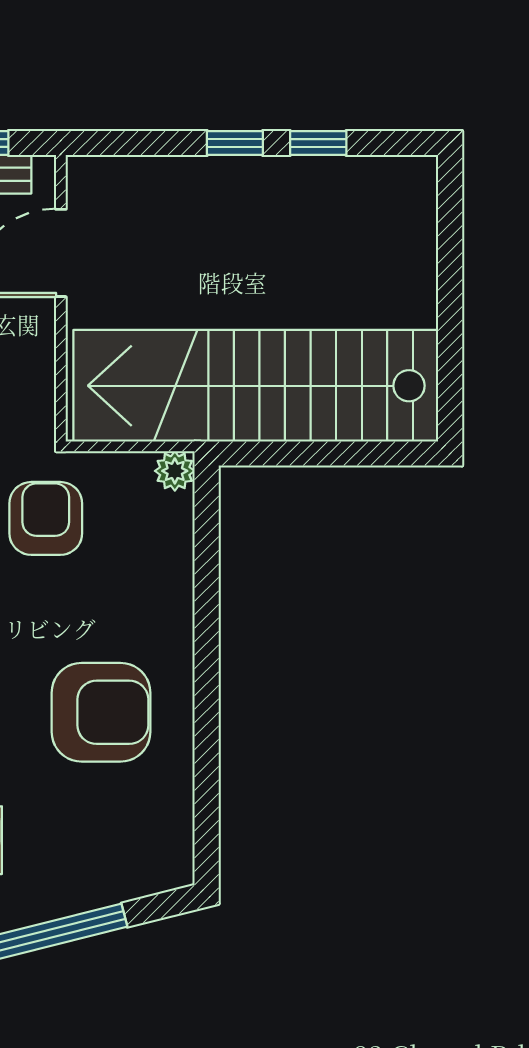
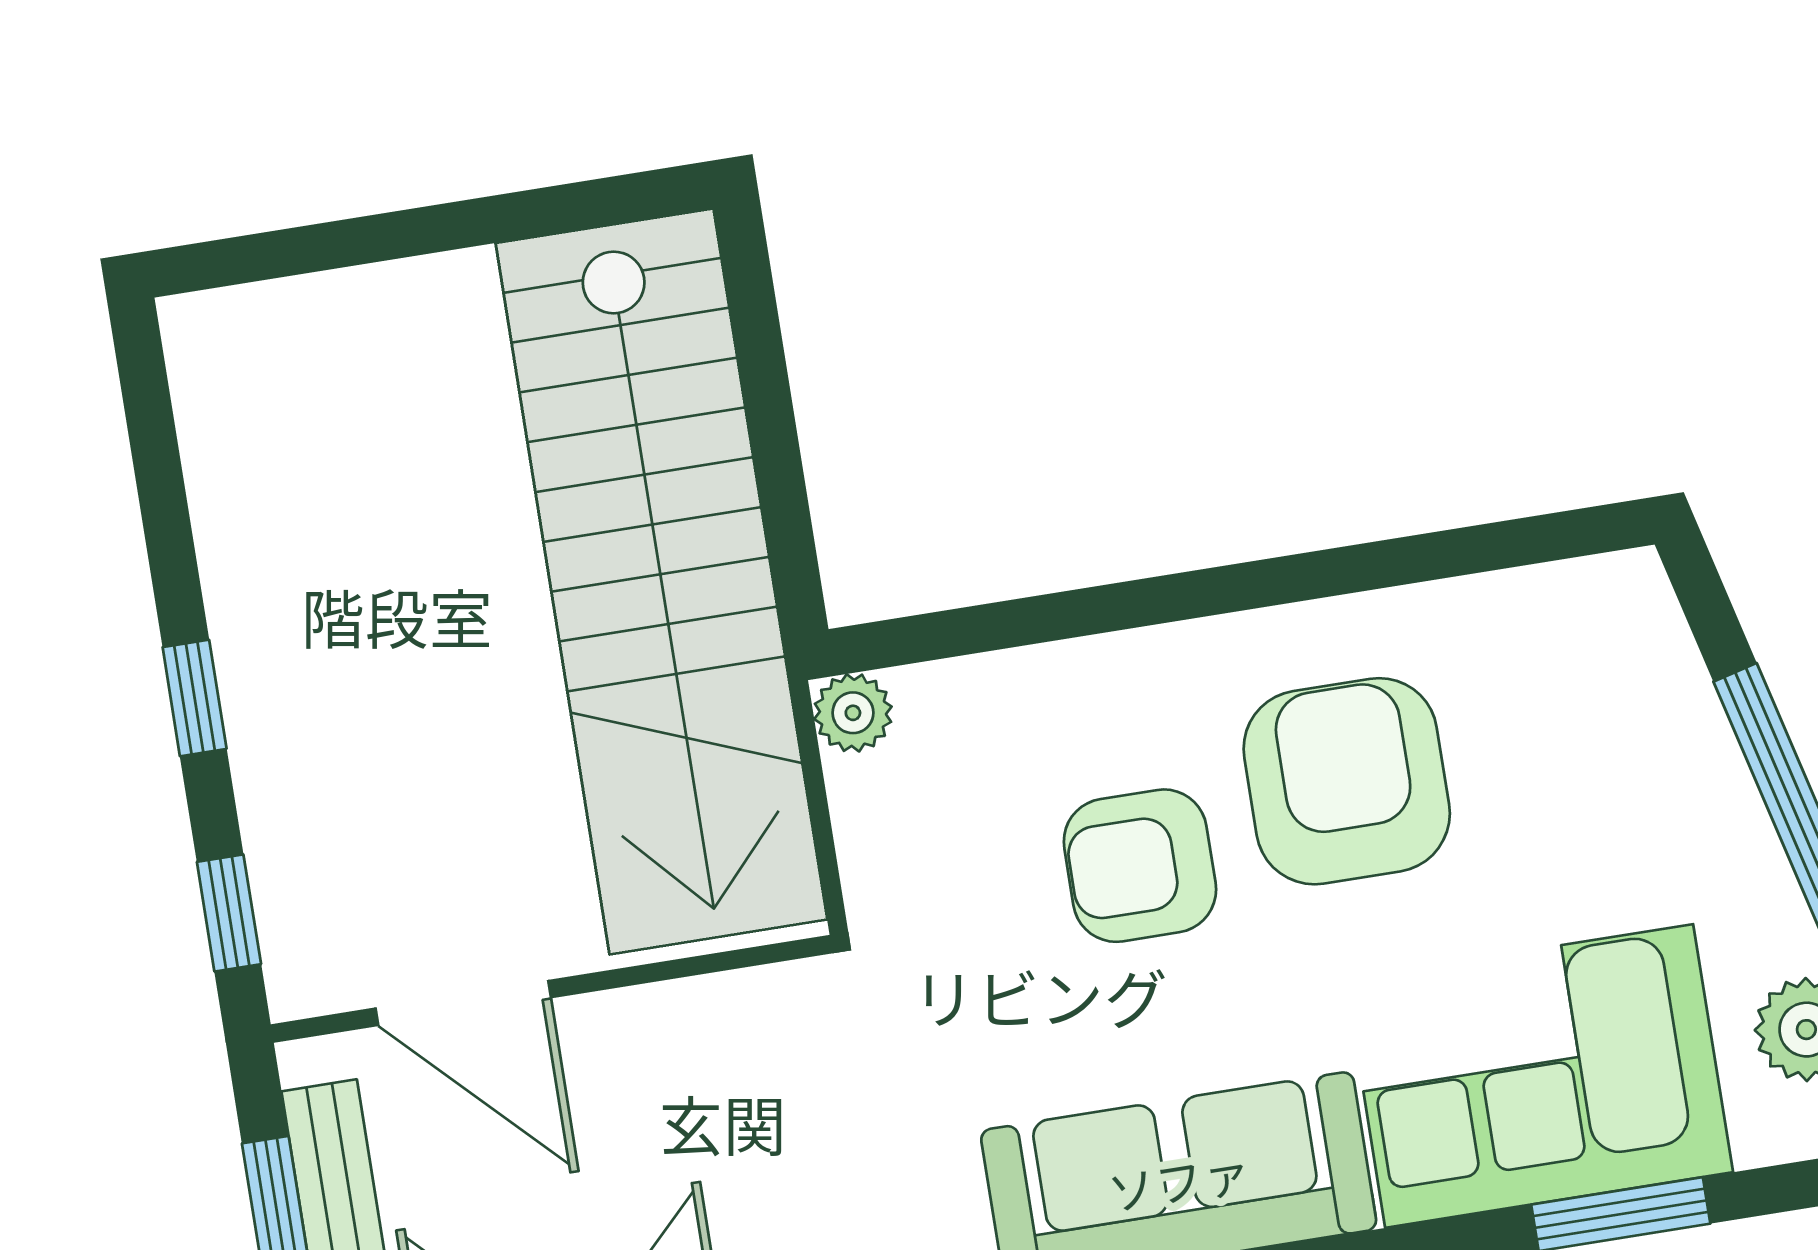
window: (318, 143) -> (229, 913), moved
armchair: (46, 518) -> (1140, 866), moved

